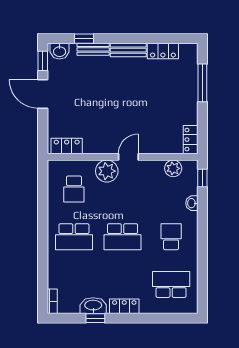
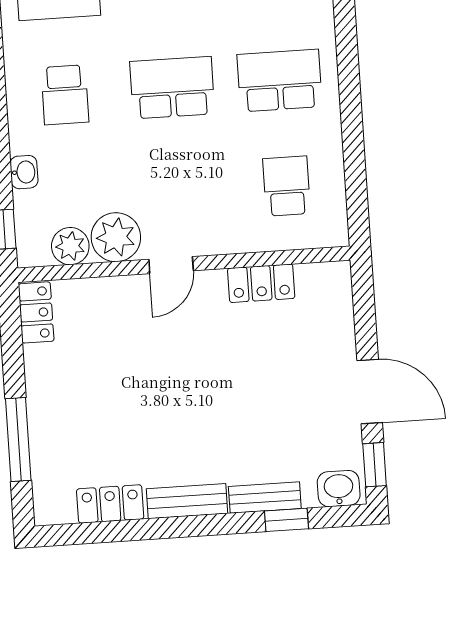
locker: (67, 146) -> (261, 283), moved
plant: (107, 171) -> (116, 237), moved

